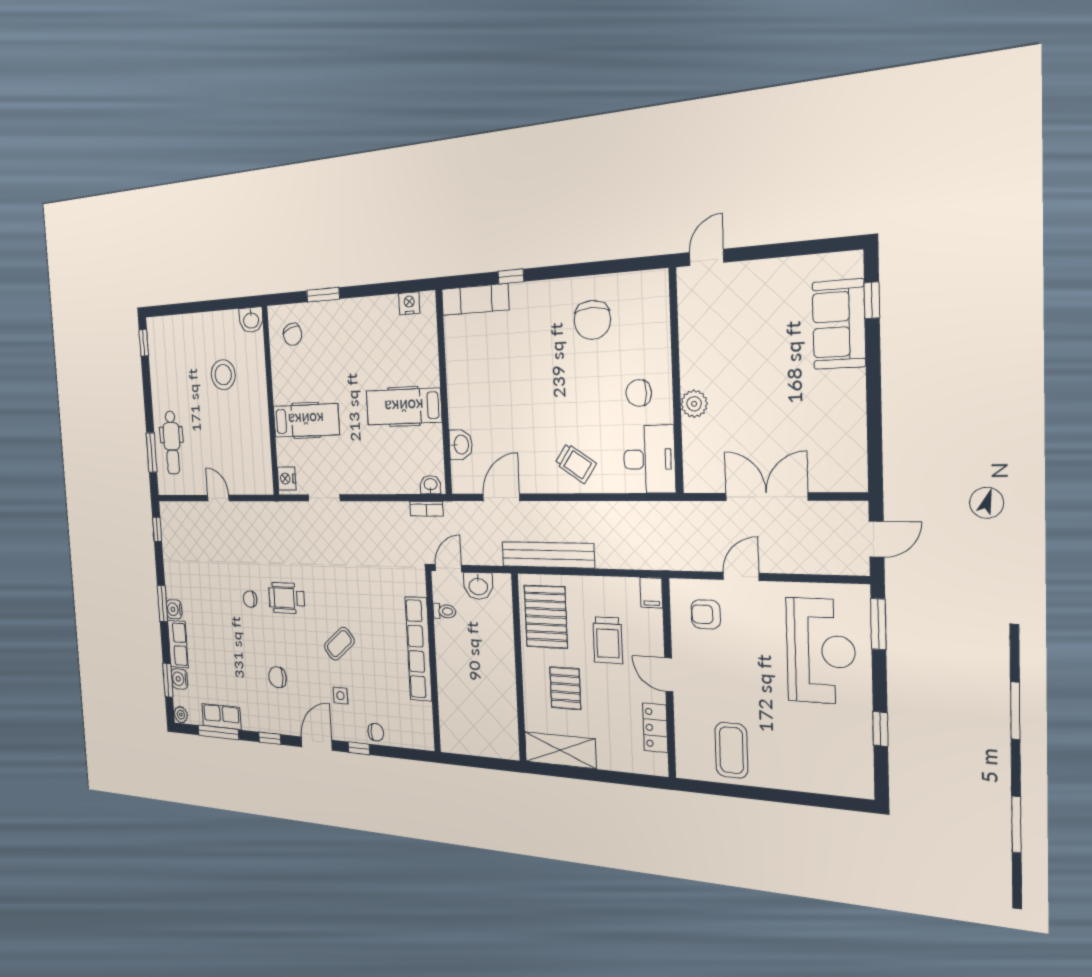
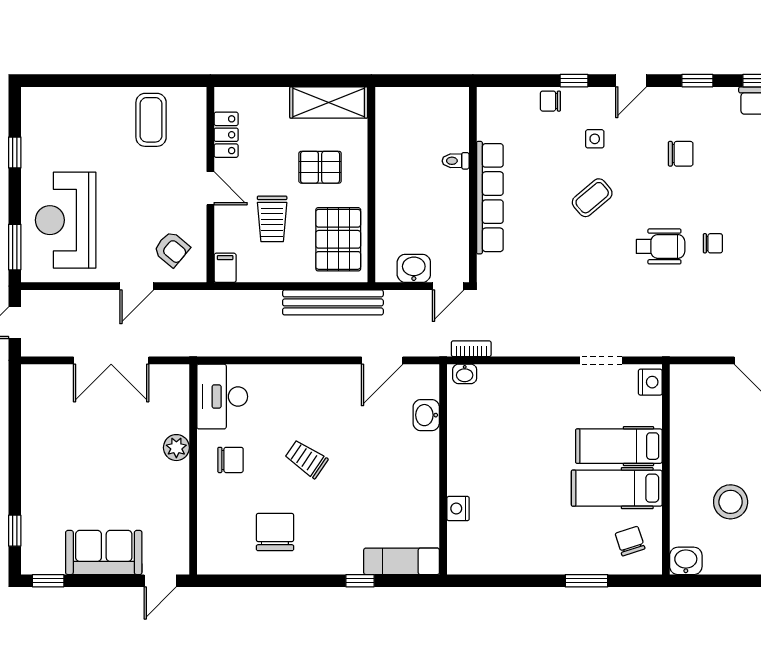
window: (831, 245) -> (48, 581), added
nightstand: (409, 303) -> (458, 509), moved, turned 90
sofa: (839, 324) -> (104, 553), moved, turned -90
hospital bed: (404, 407) -> (617, 488), moved, turned 180
trolley: (576, 463) -> (306, 459), moved
toilet: (444, 611) -> (456, 161), moved
armchair: (706, 614) -> (172, 249), turned 40
trolley: (608, 640) -> (272, 219), turned 180
pallet: (565, 688) -> (320, 167), turned 90
door: (317, 744) -> (631, 81), width x0.73

